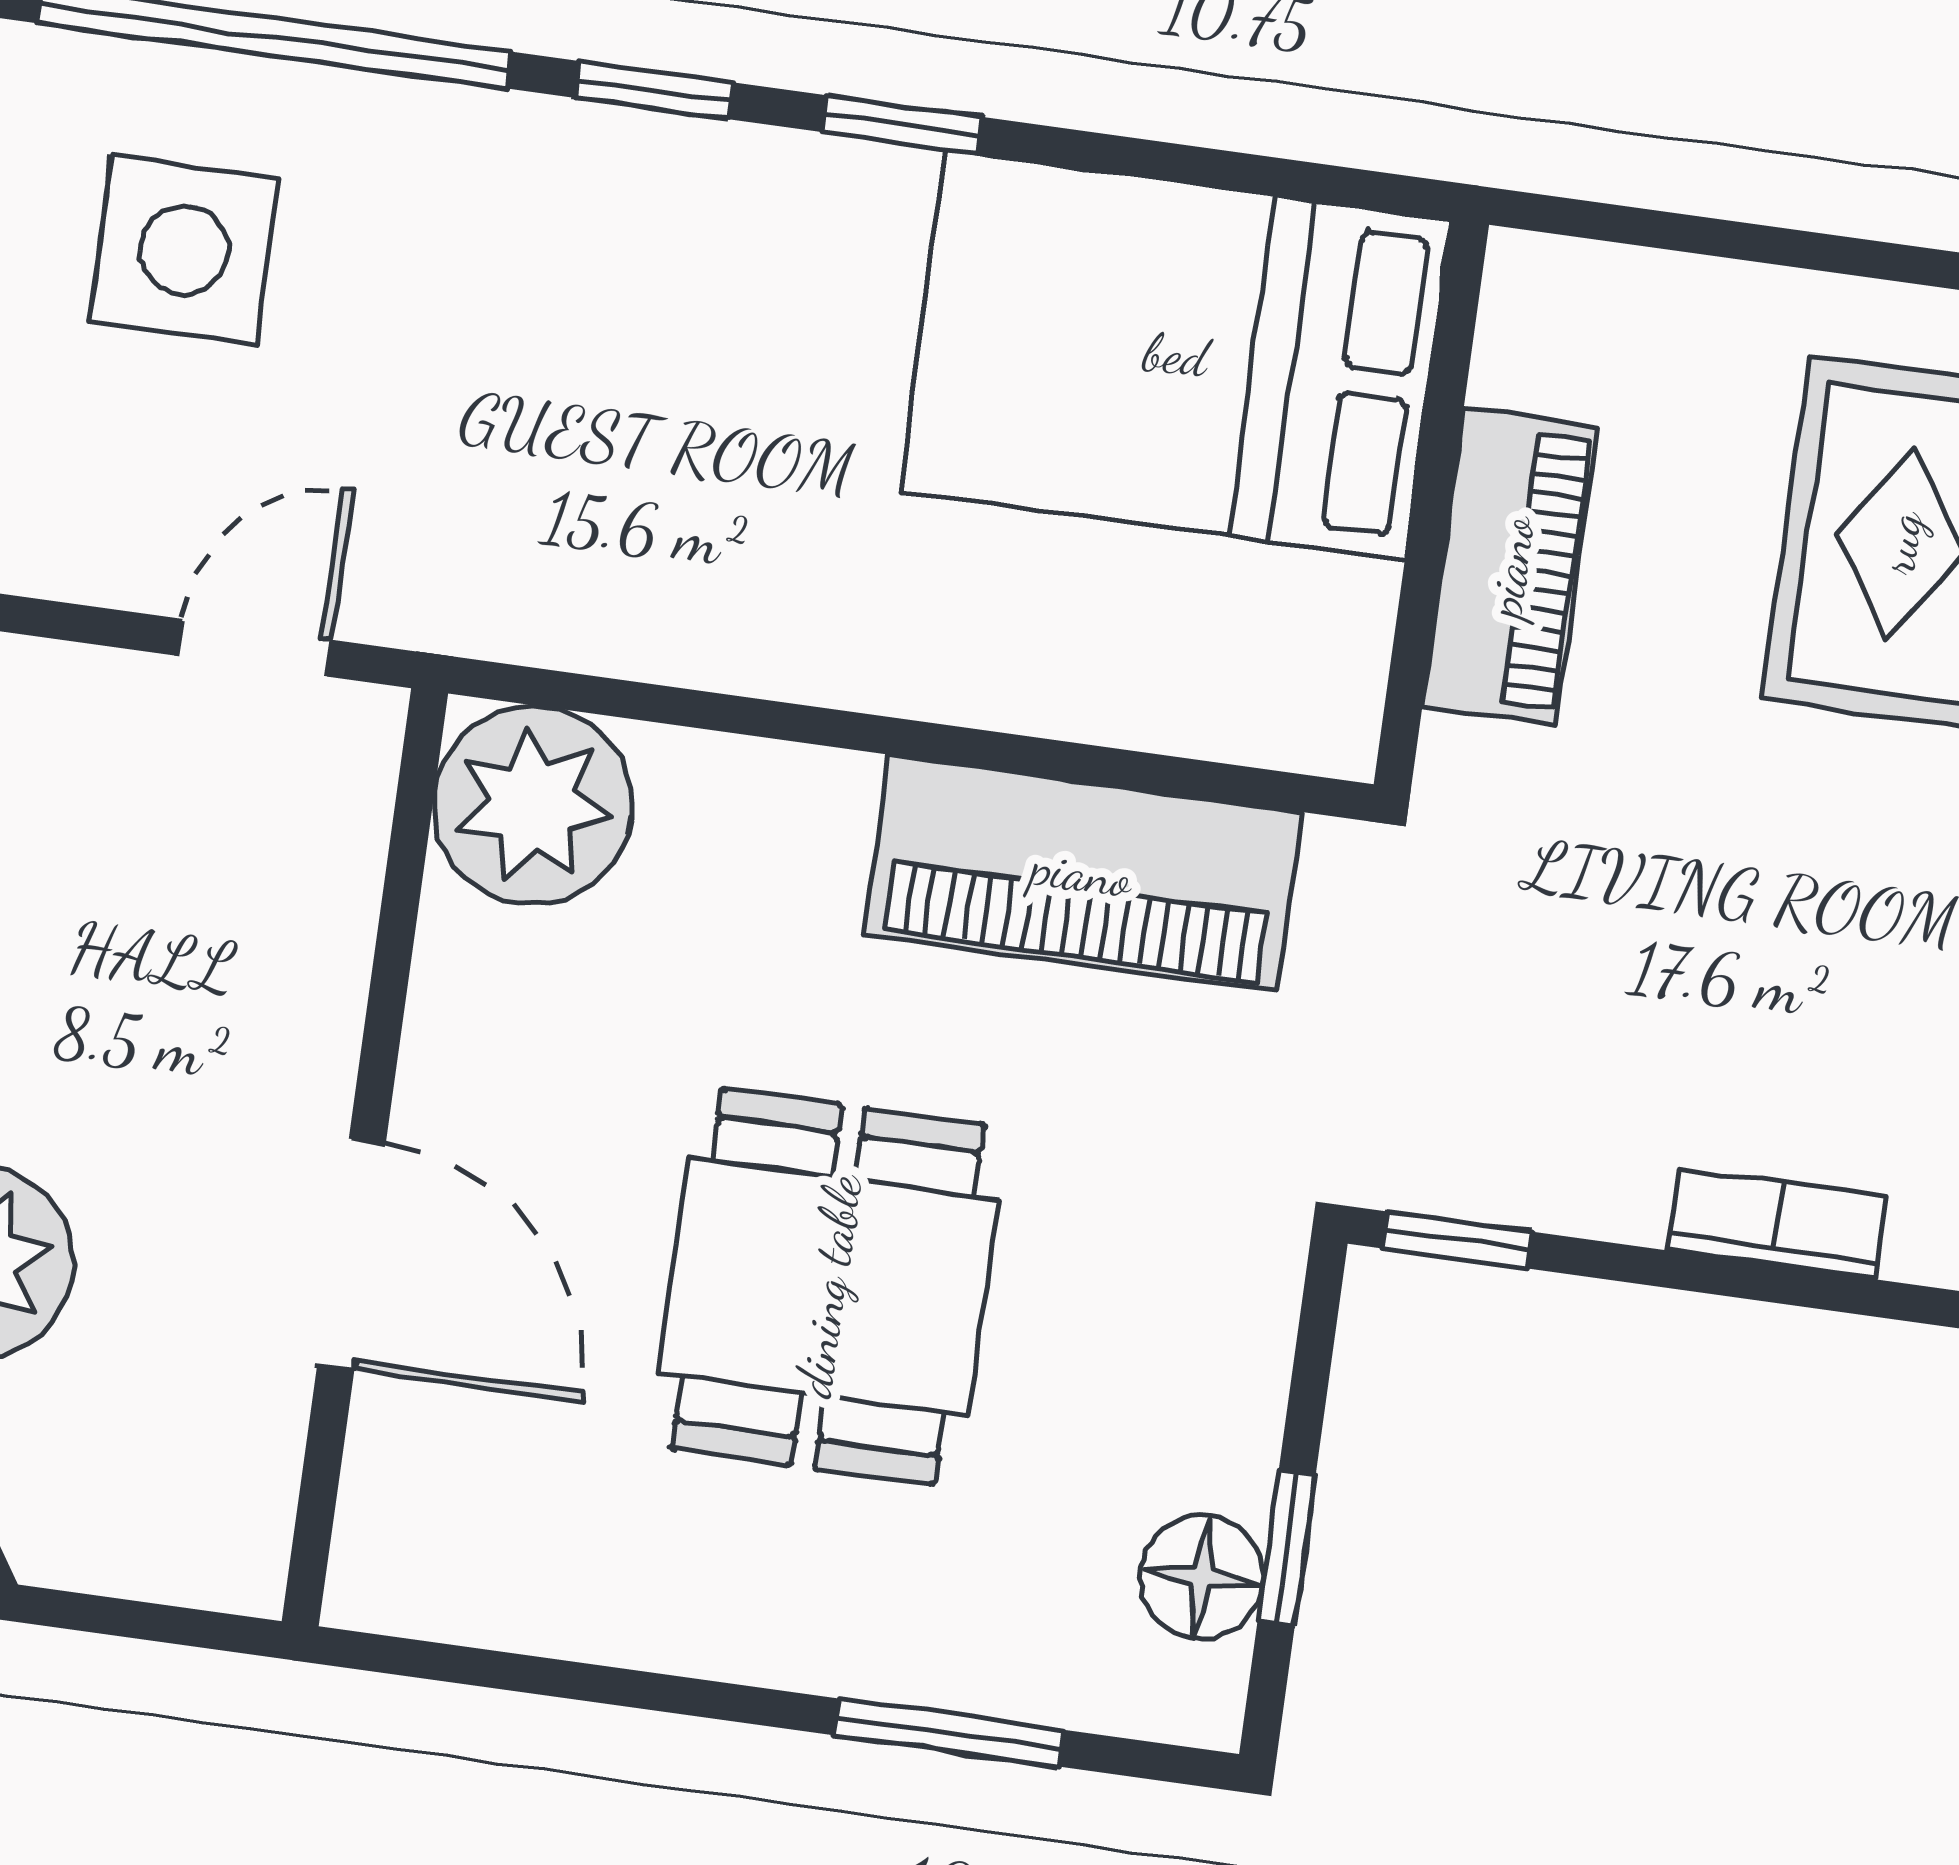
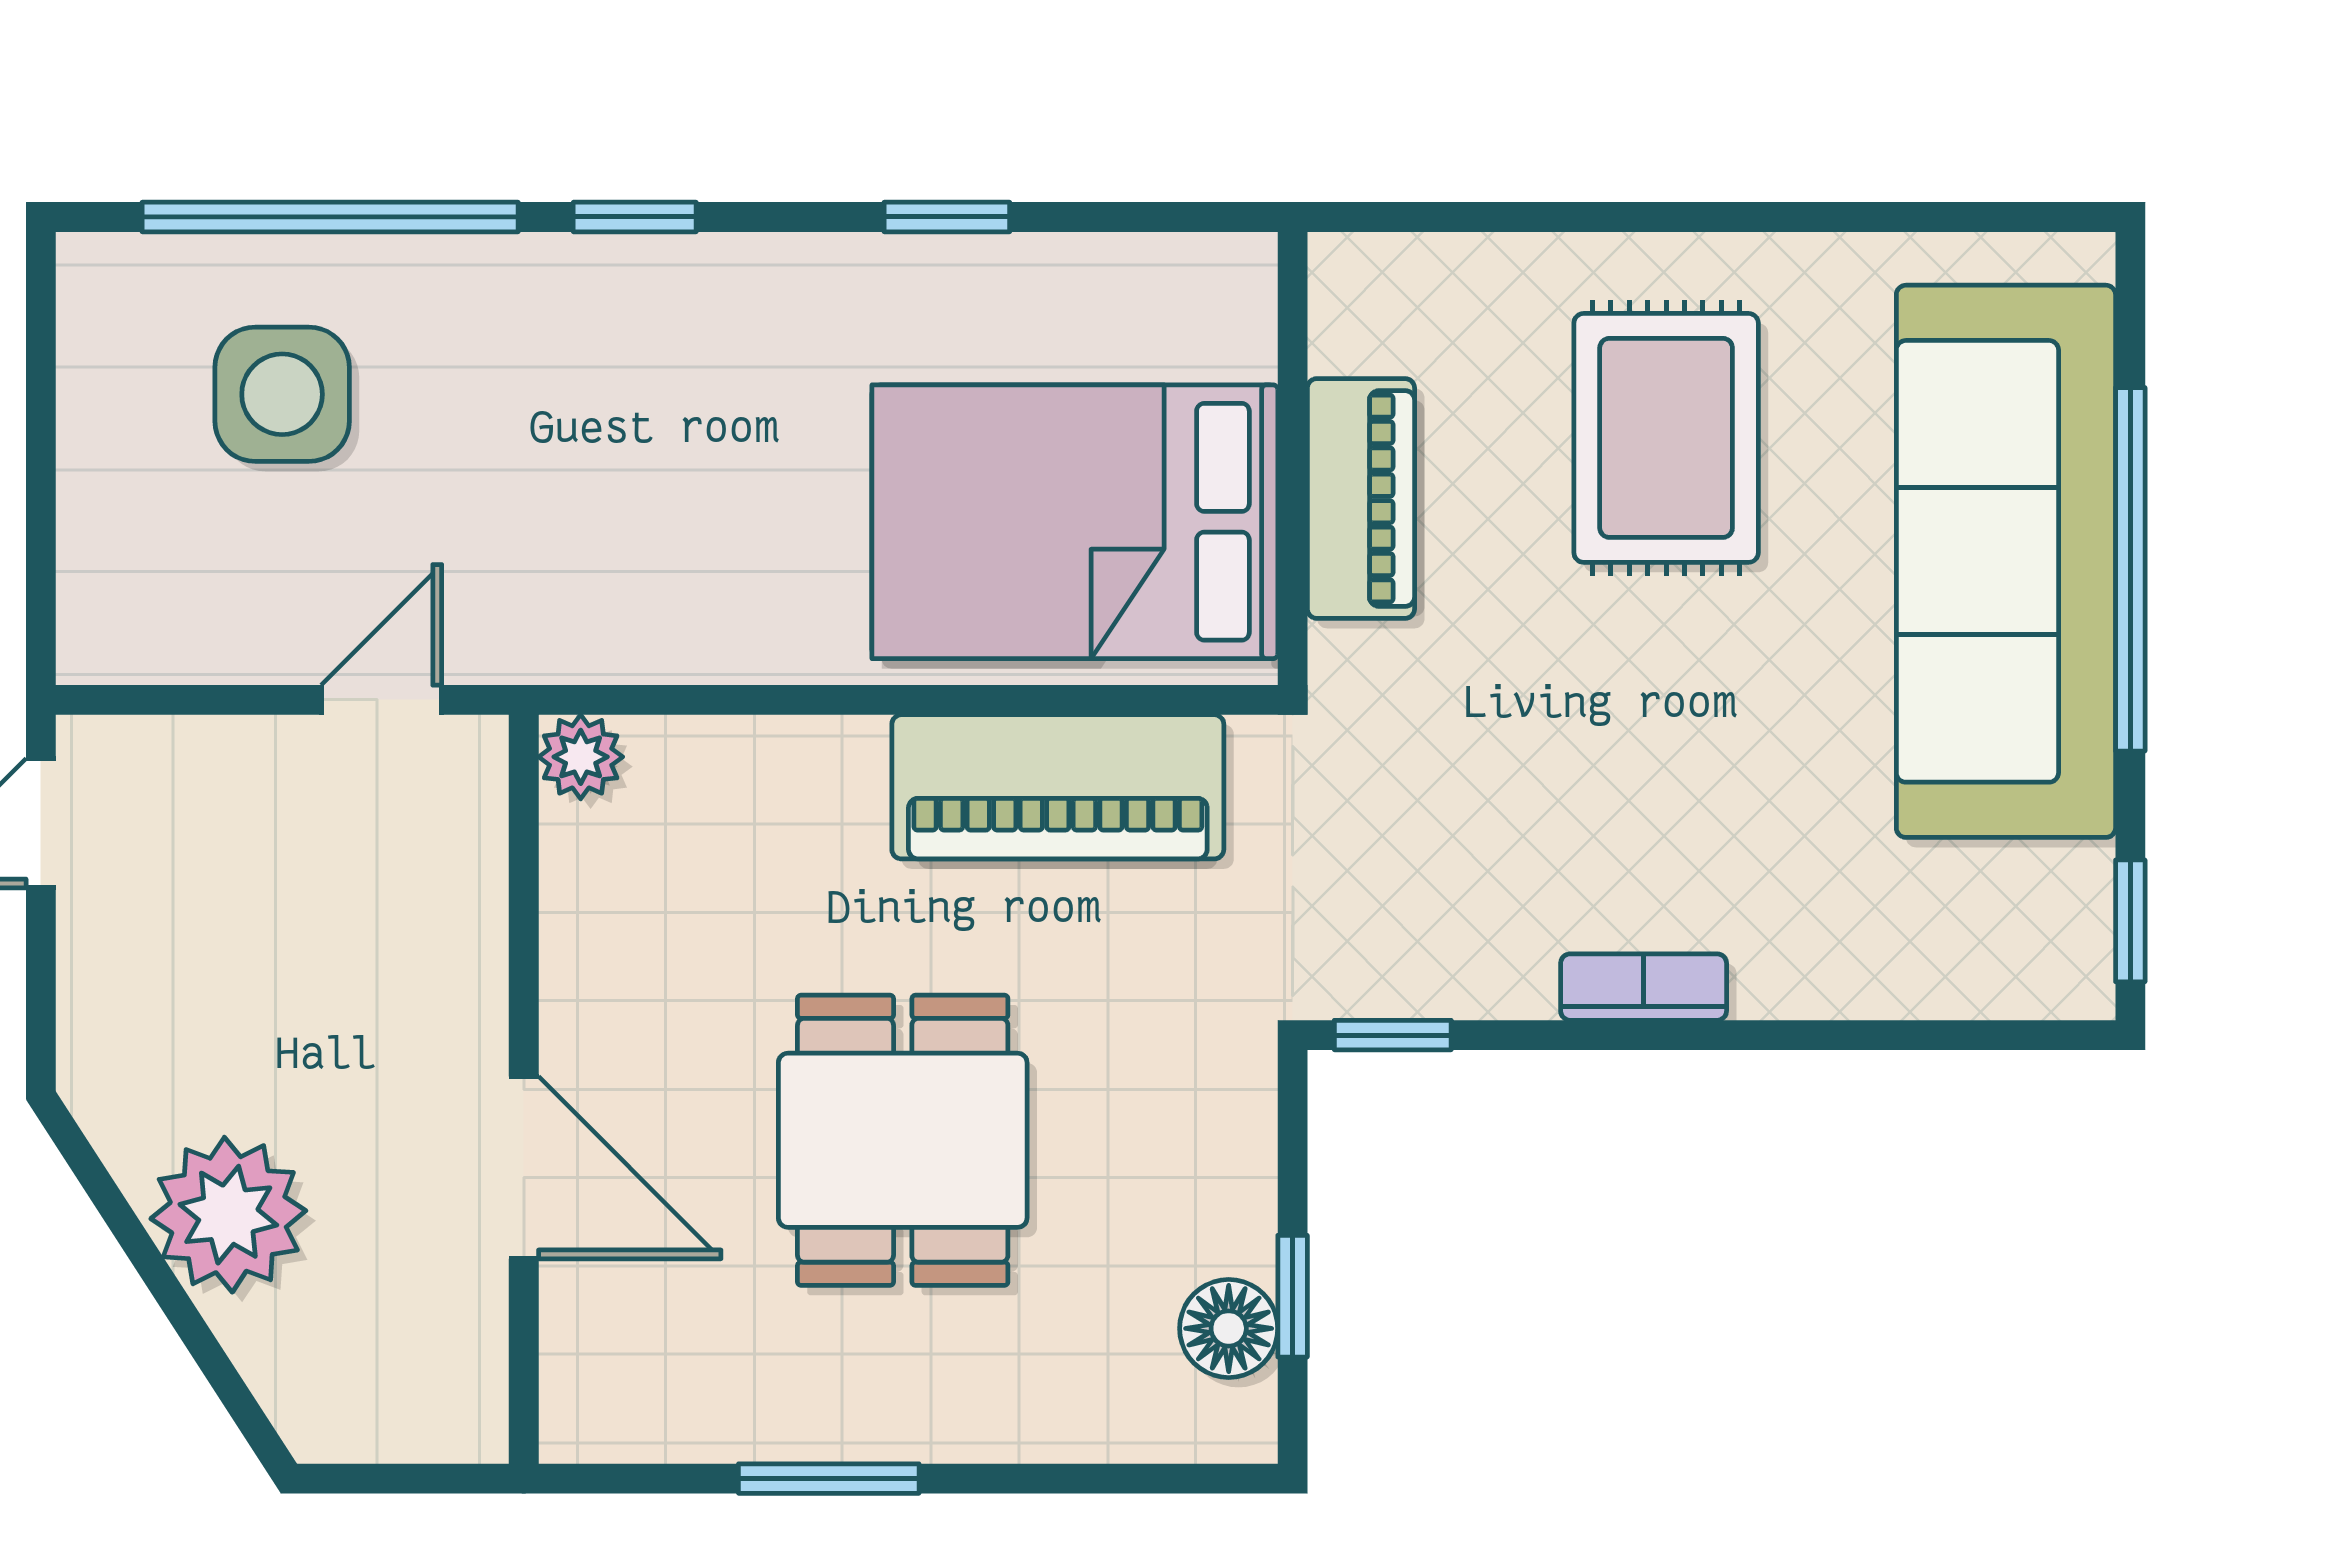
window: (903, 125) -> (947, 217), moved
bed: (1176, 355) -> (1075, 522), moved
plant: (533, 805) -> (581, 757), width x0.53, depth x0.53
window: (948, 1732) -> (829, 1479), moved

